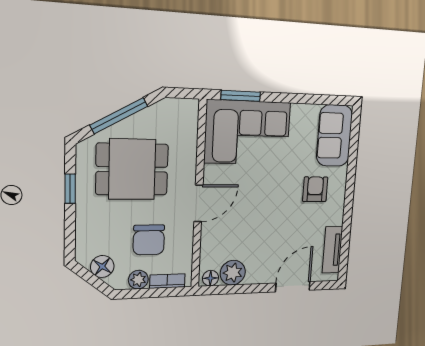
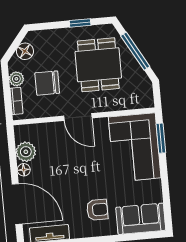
floor lamp: (210, 278) -> (24, 170), moved
door: (293, 287) -> (17, 204), width x1.36

